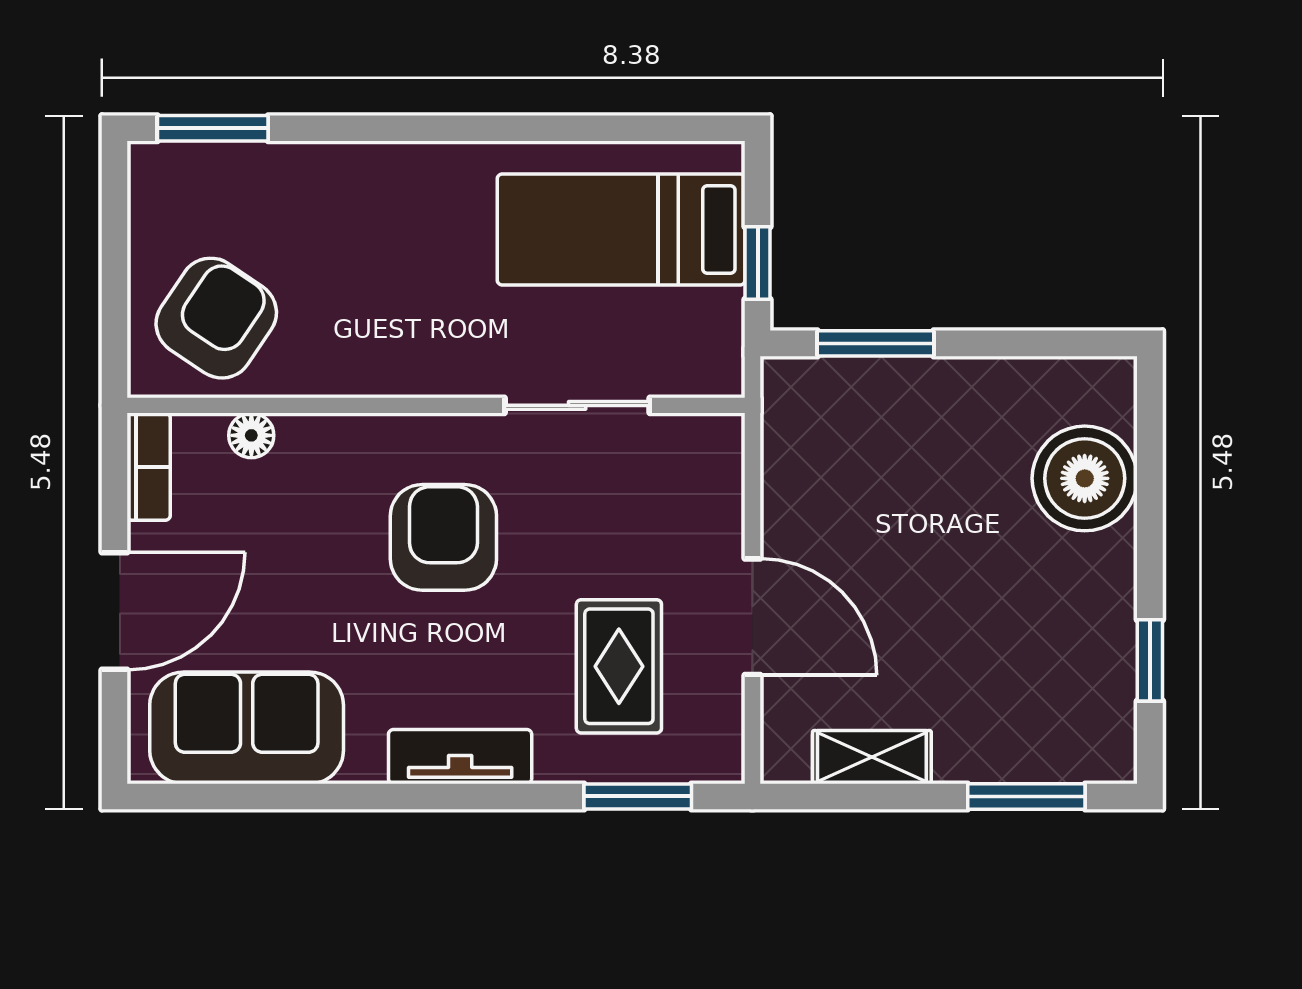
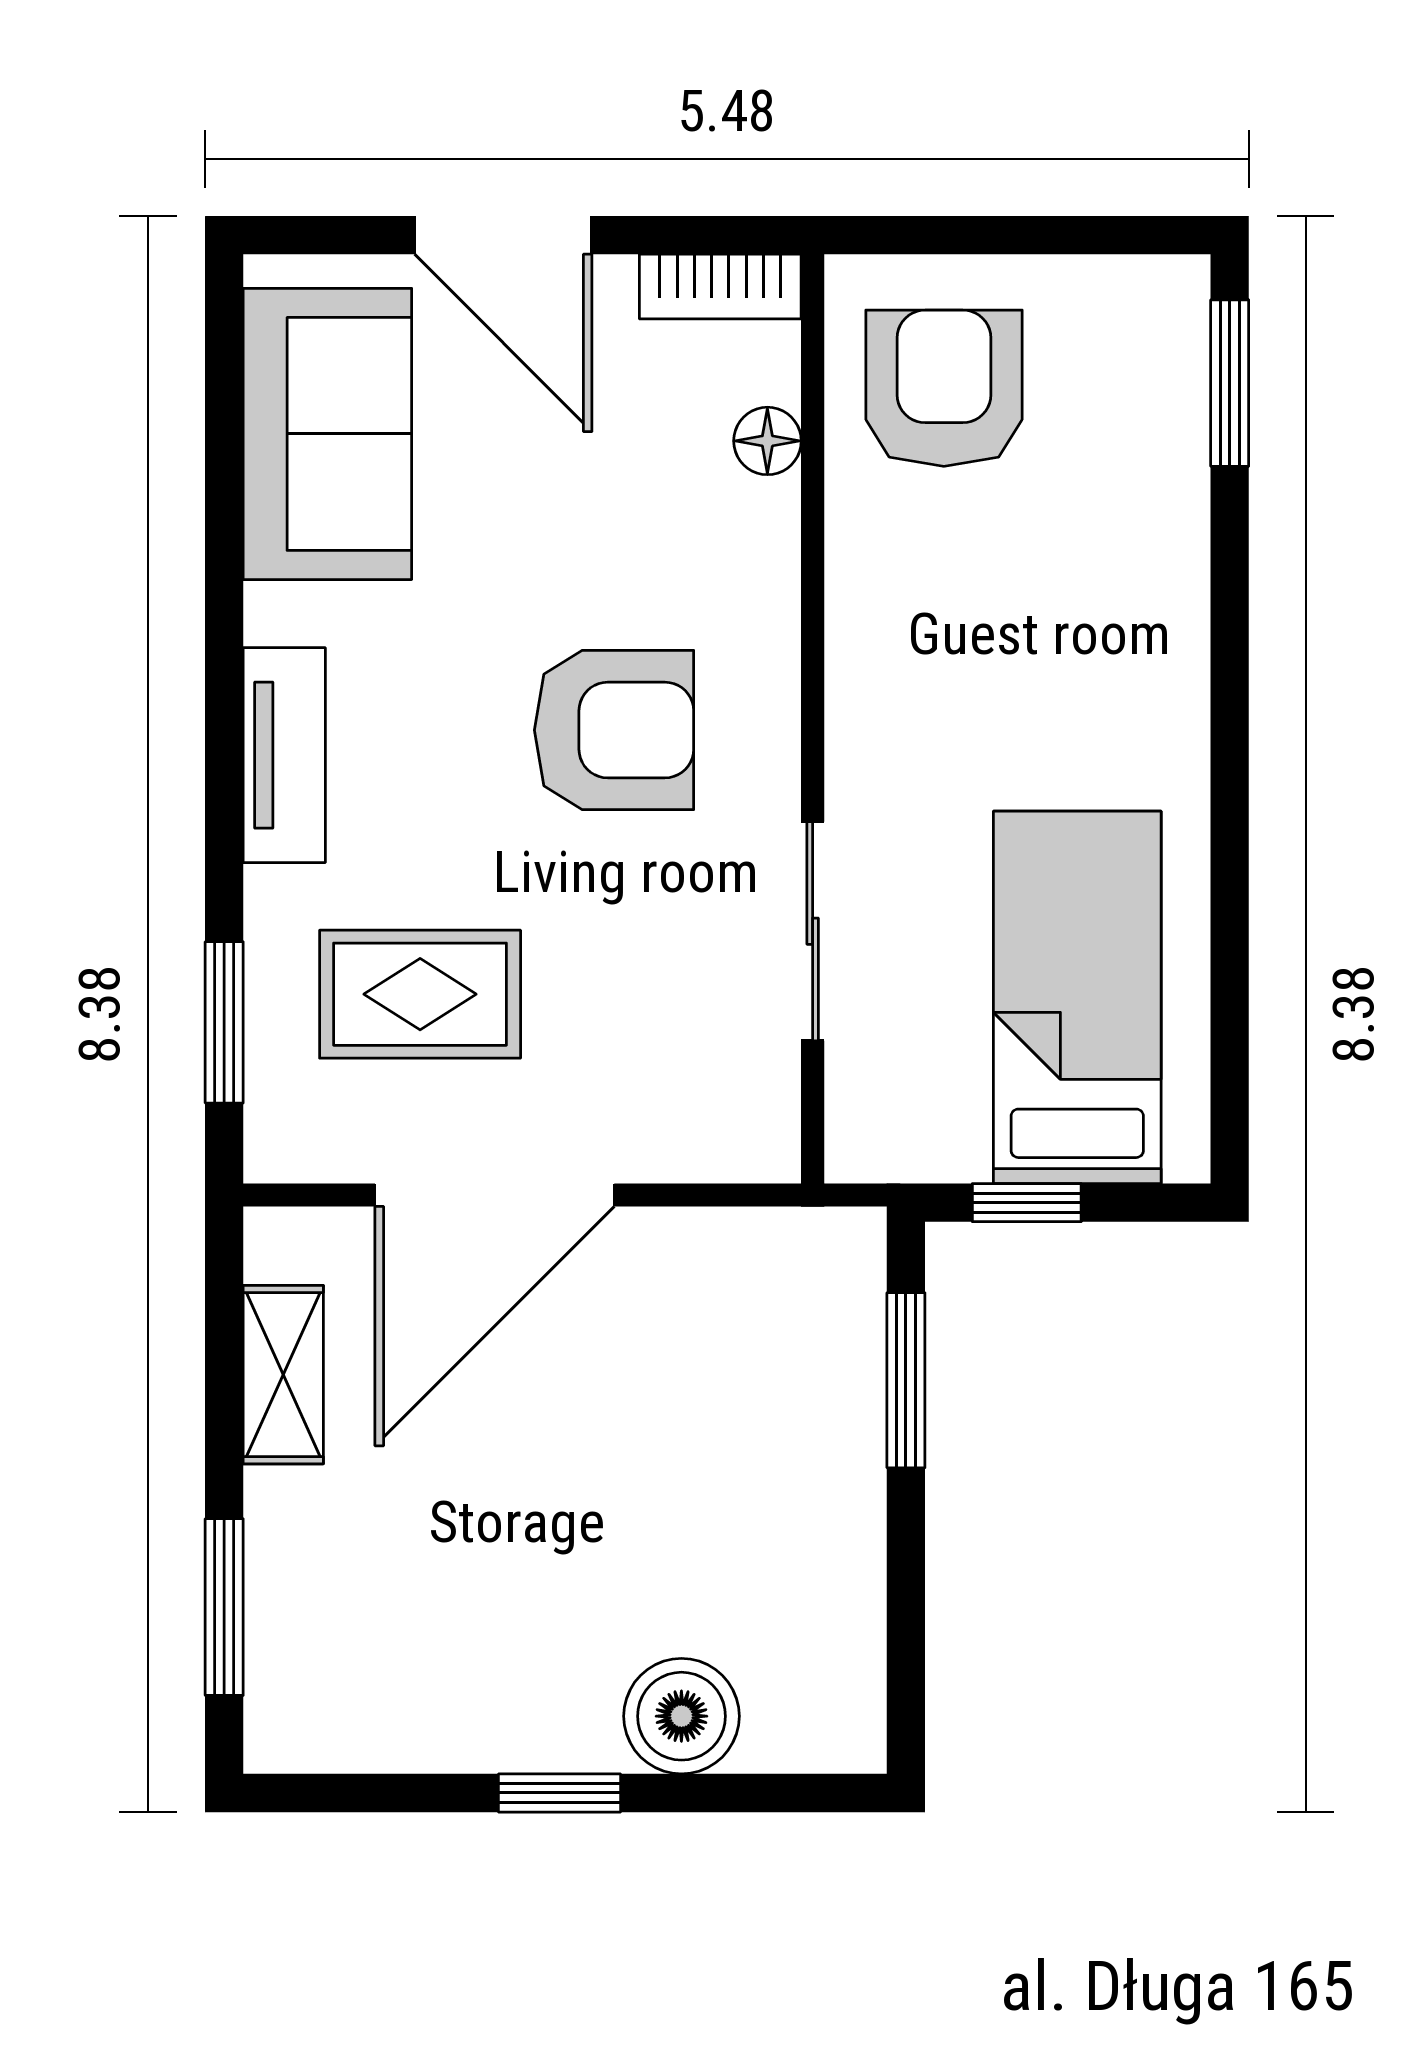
armchair: (216, 318) -> (944, 388), turned -124
boiler: (1085, 478) -> (681, 1716), width x0.73, depth x0.73
door: (752, 617) -> (495, 1195), width x1.36
window: (1150, 660) -> (559, 1793), moved

